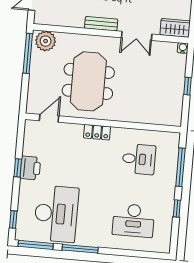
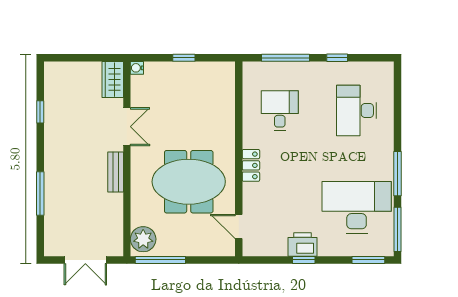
window: (13, 220) -> (368, 260), width x1.50
desk: (133, 220) -> (357, 110), turned 180

